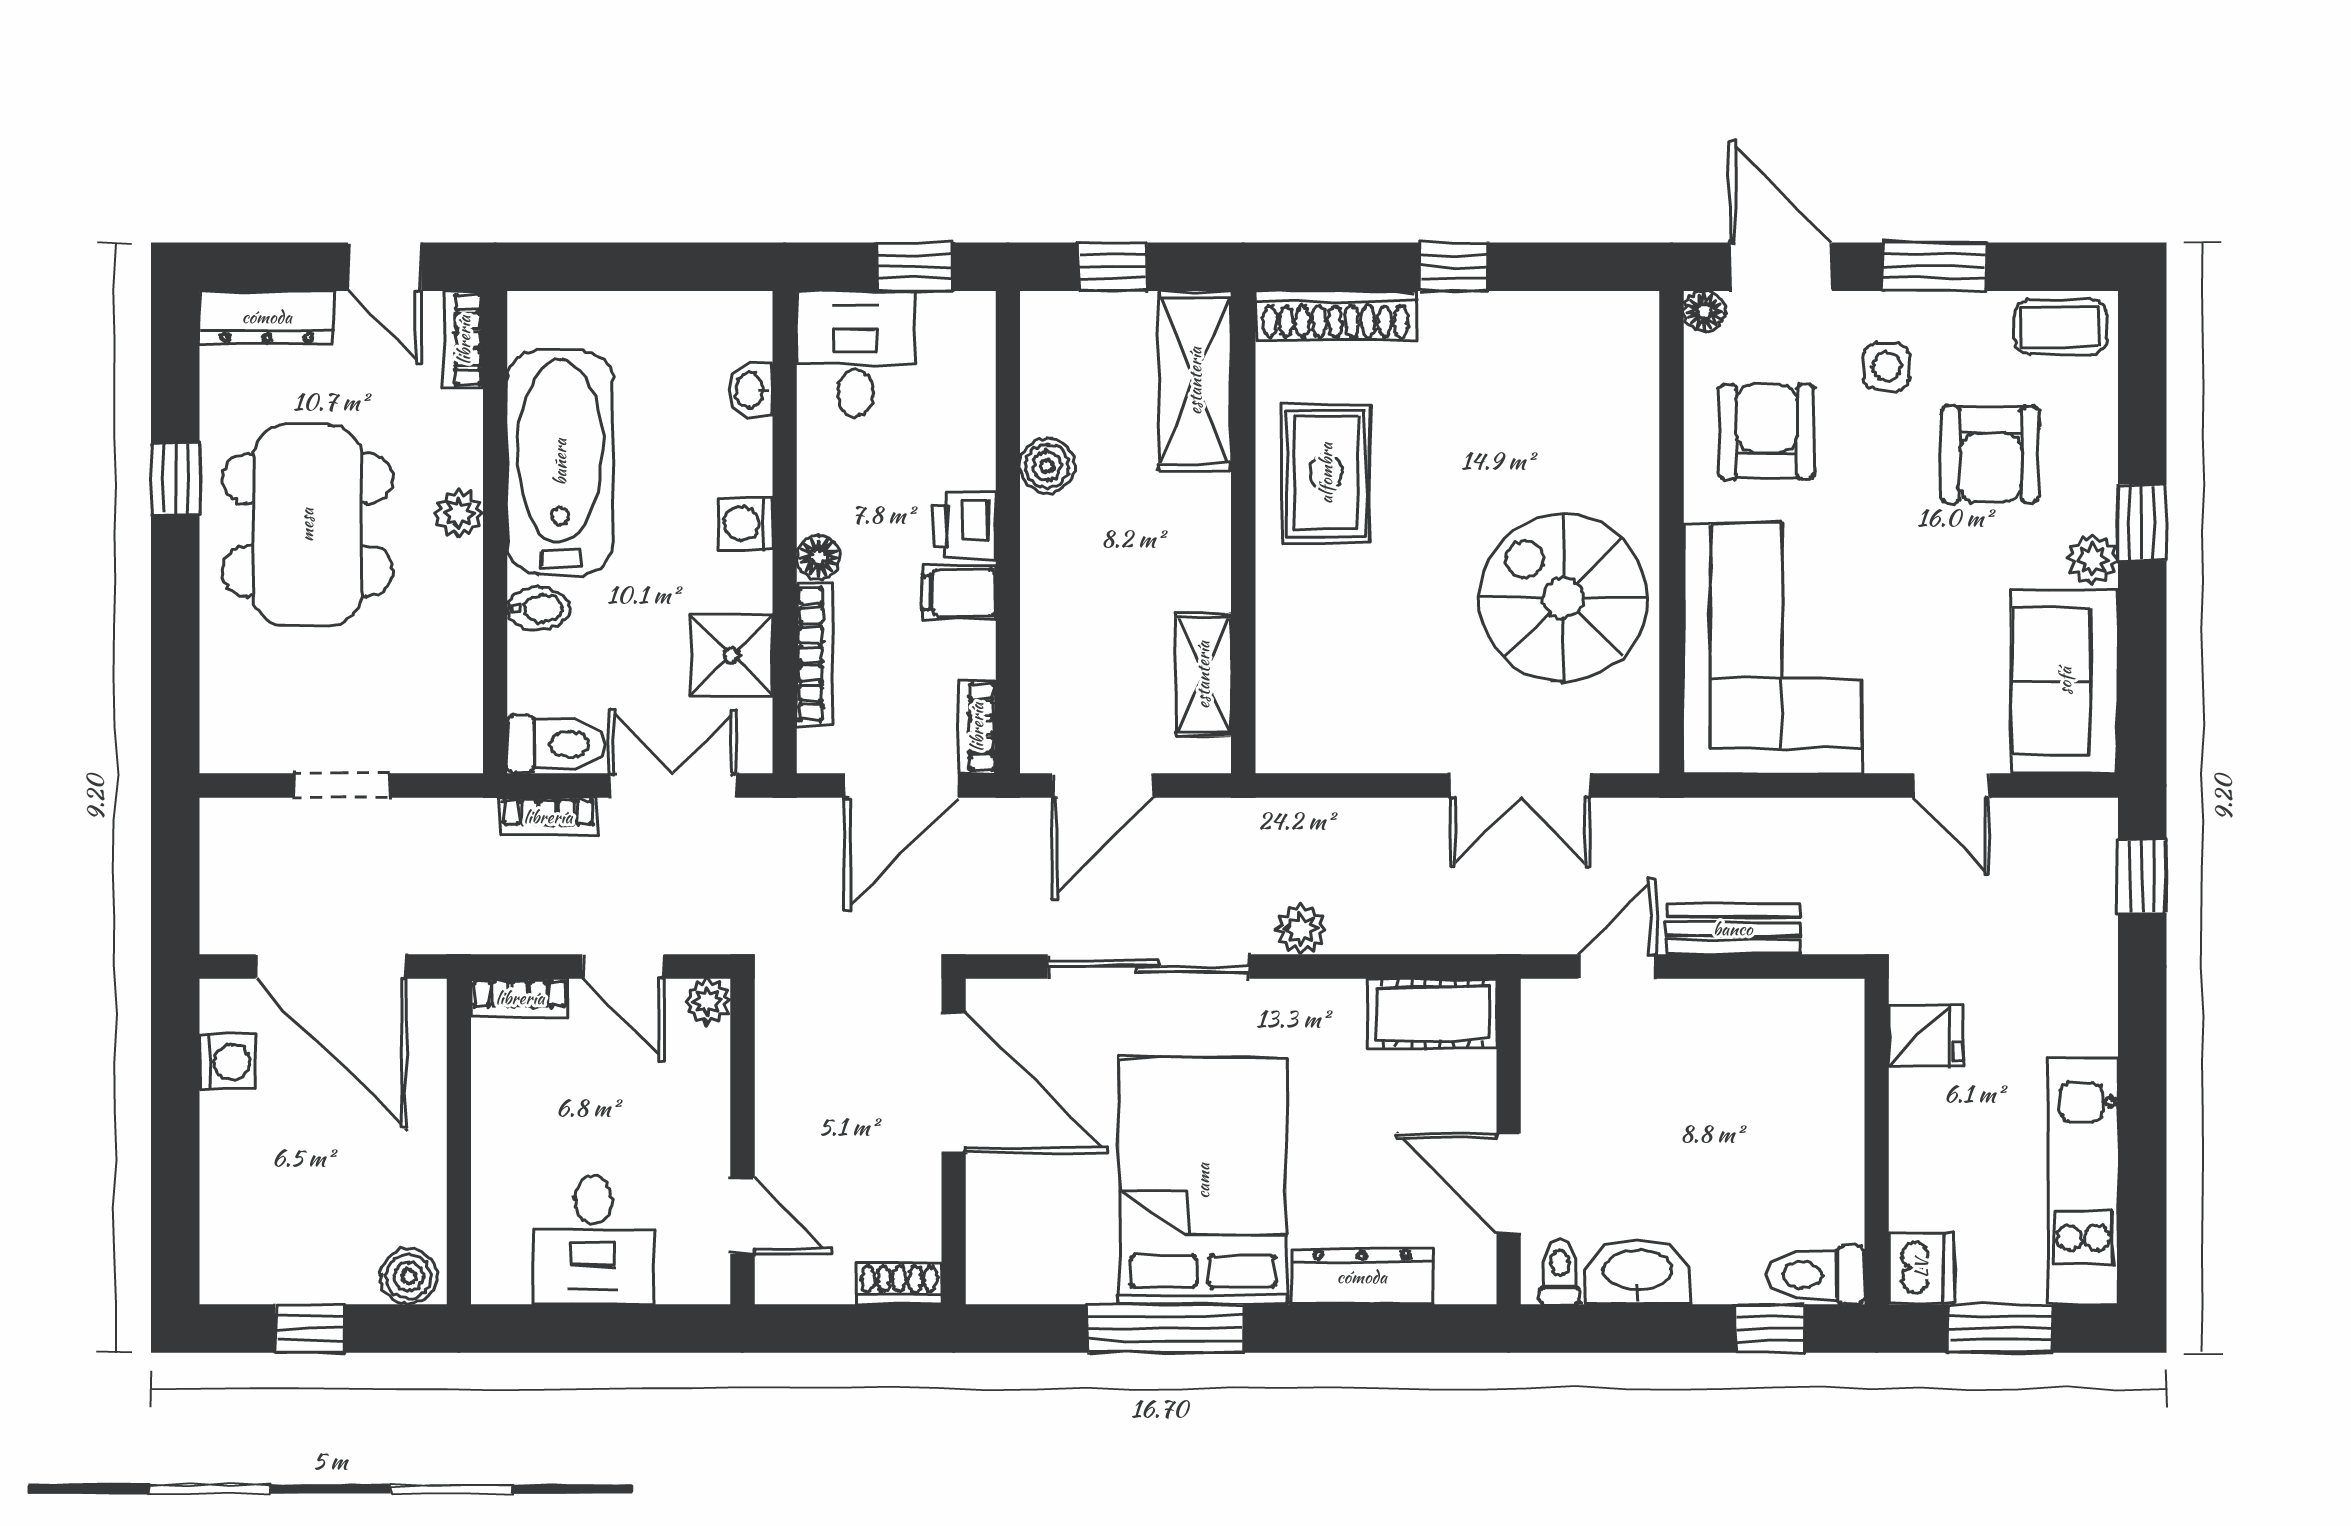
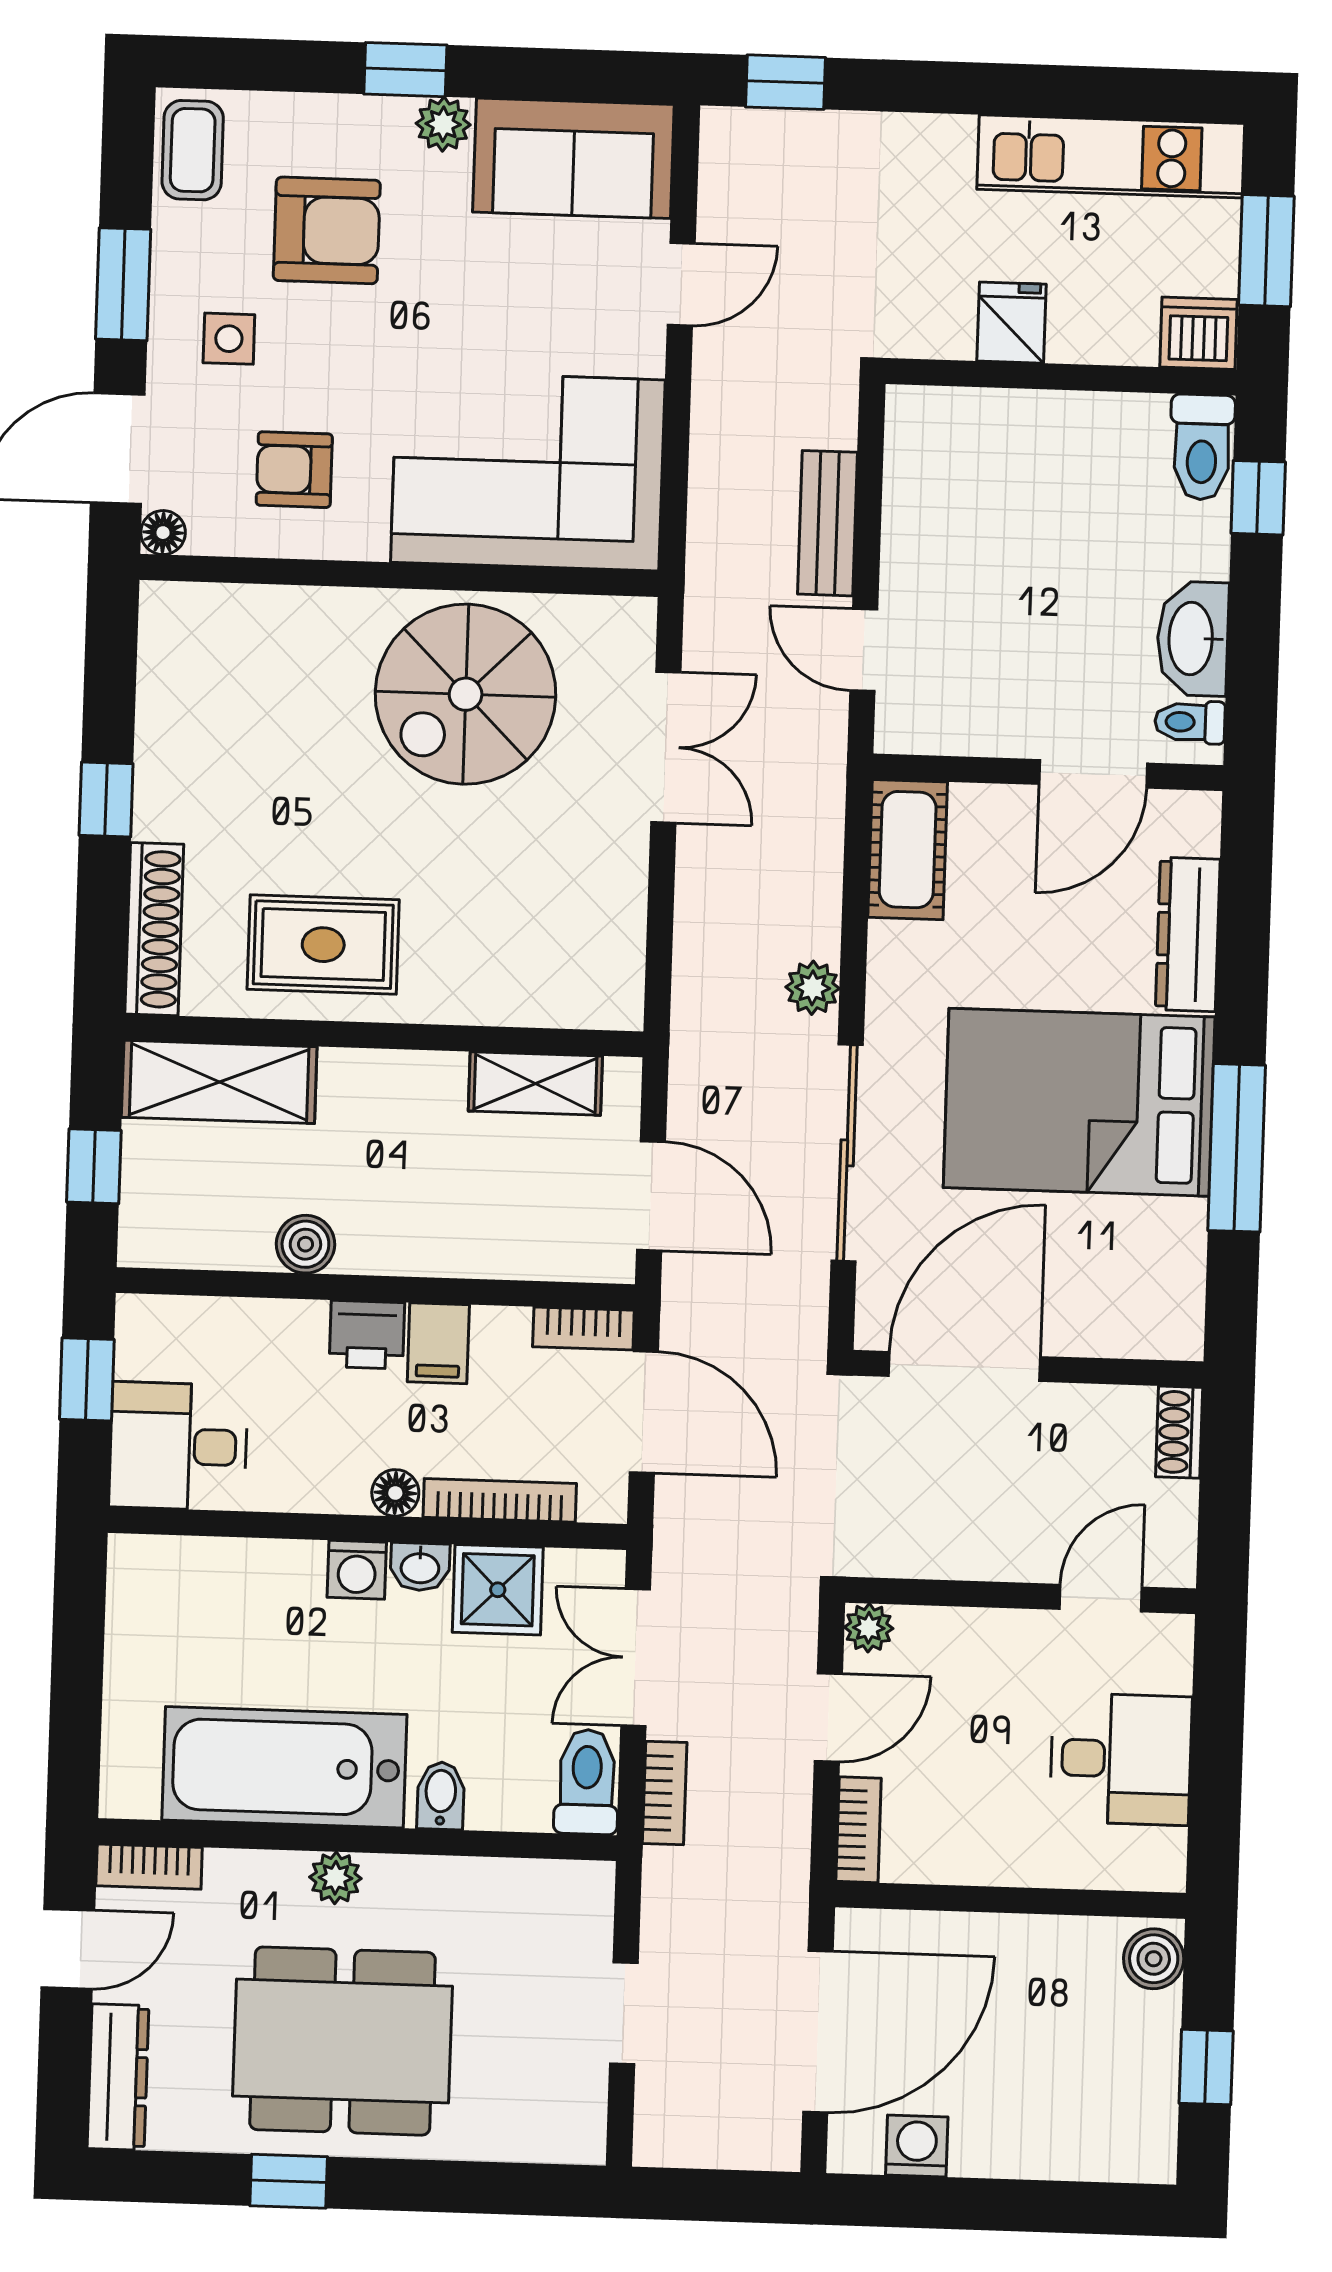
washbasin: (751, 390) -> (420, 1567), moved
armchair: (1767, 431) -> (294, 470), width x0.72, depth x0.72
fridge: (1926, 1036) -> (1011, 323), moved

